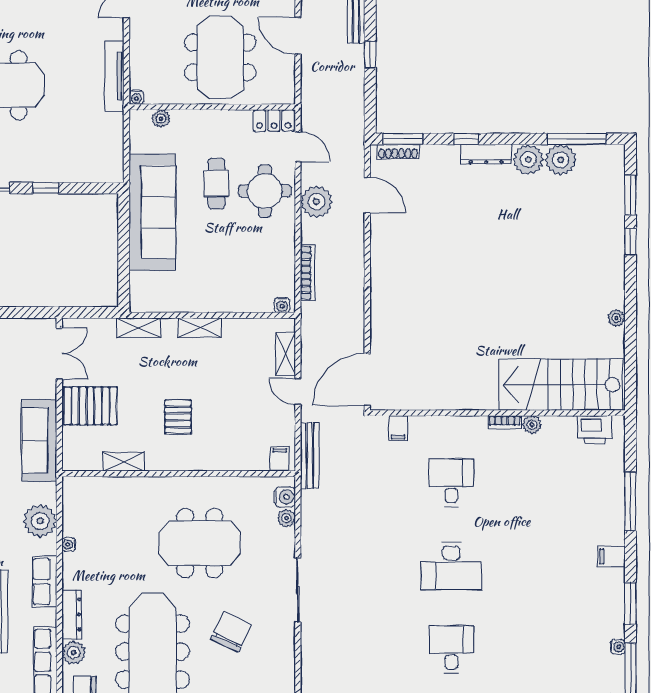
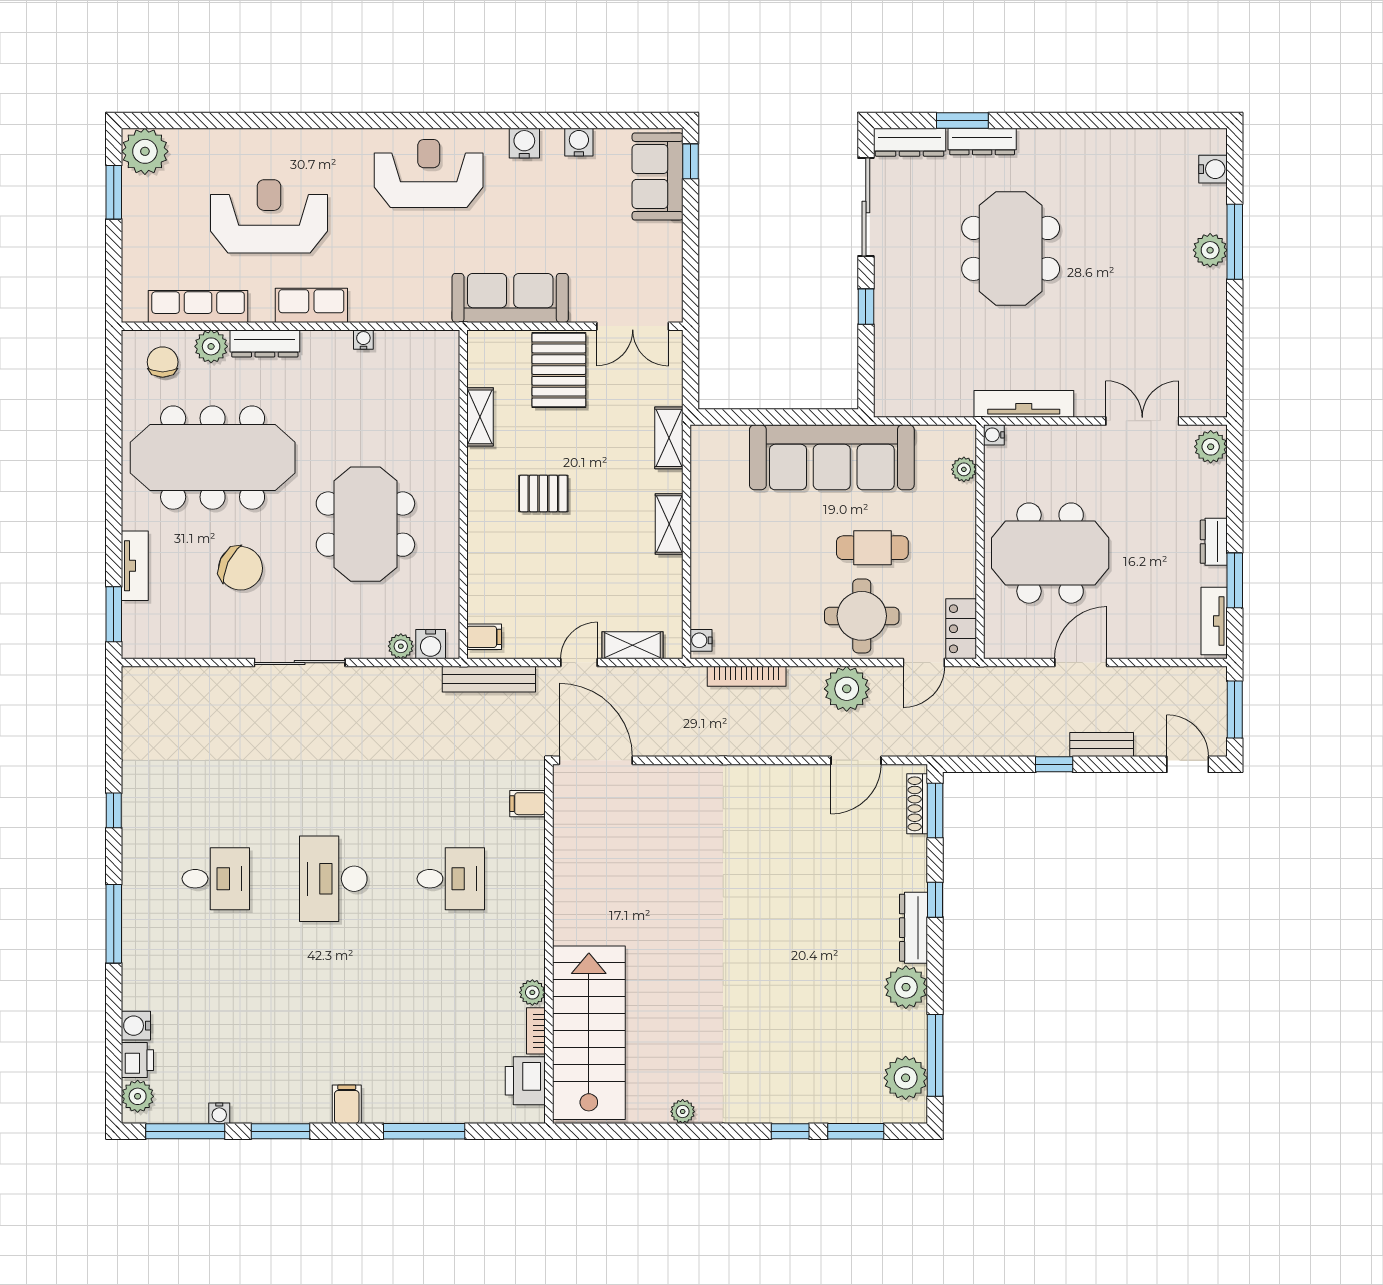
plant: (561, 160) -> (906, 1078), moved
bookcase: (505, 422) -> (536, 1031), moved
plant: (40, 521) -> (397, 299), removed

